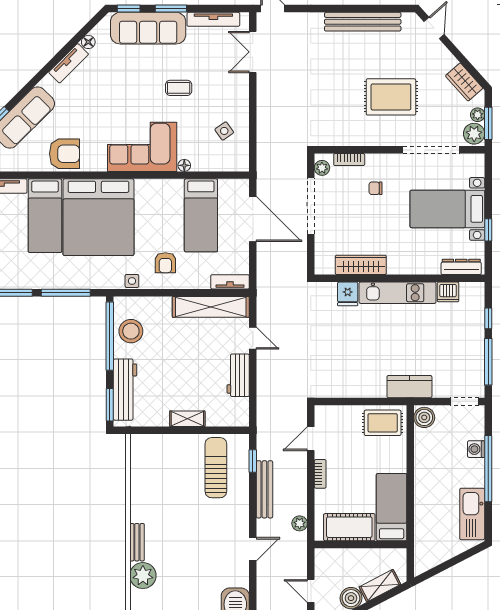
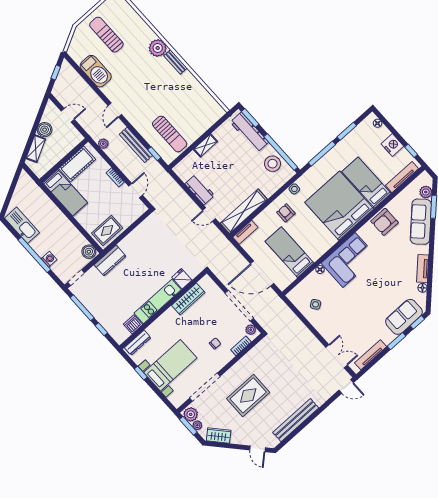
sofa: (148, 28) -> (404, 317), width x0.73
coffee table: (179, 88) -> (357, 305), removed

